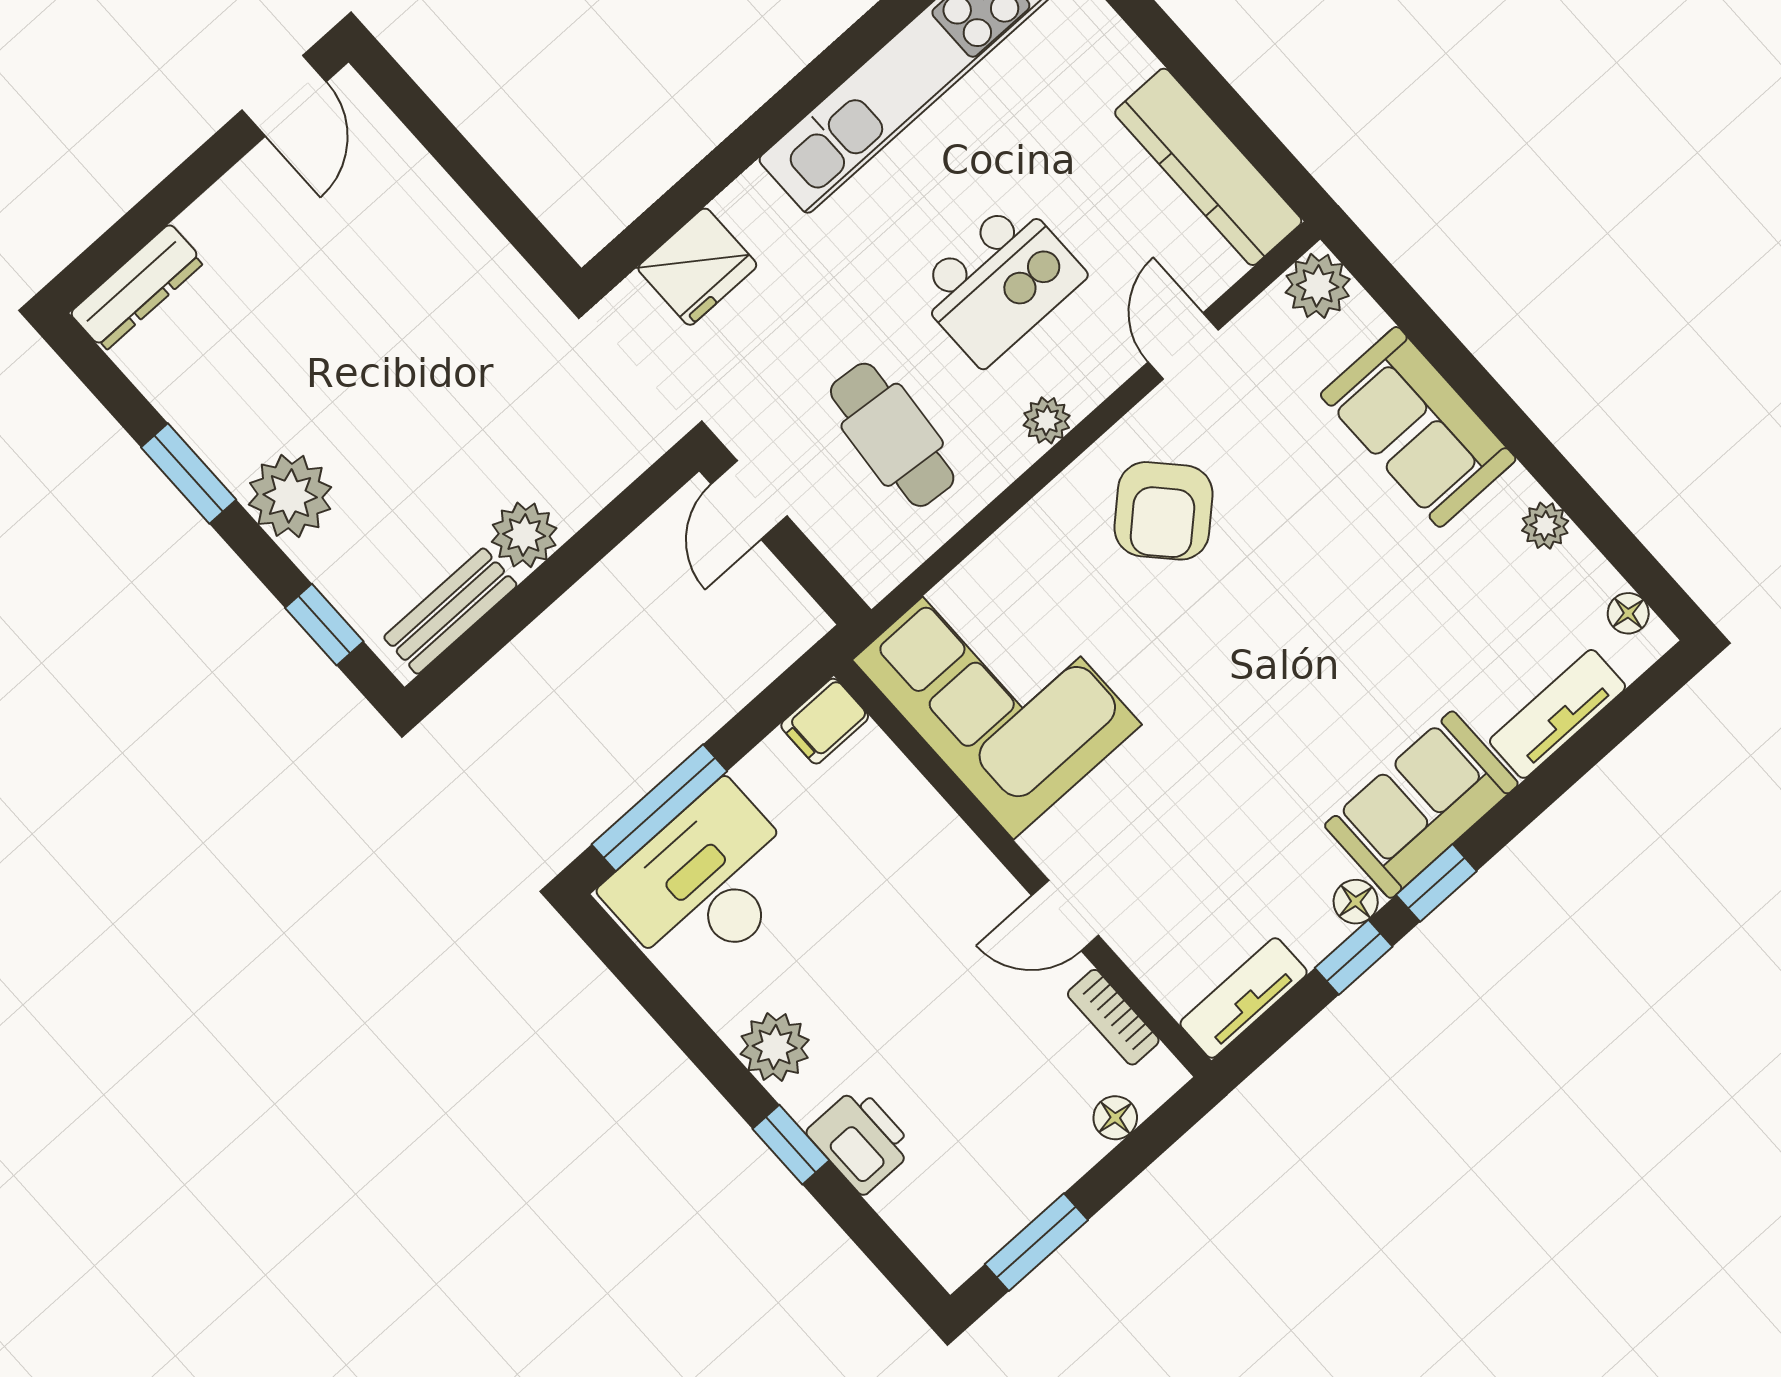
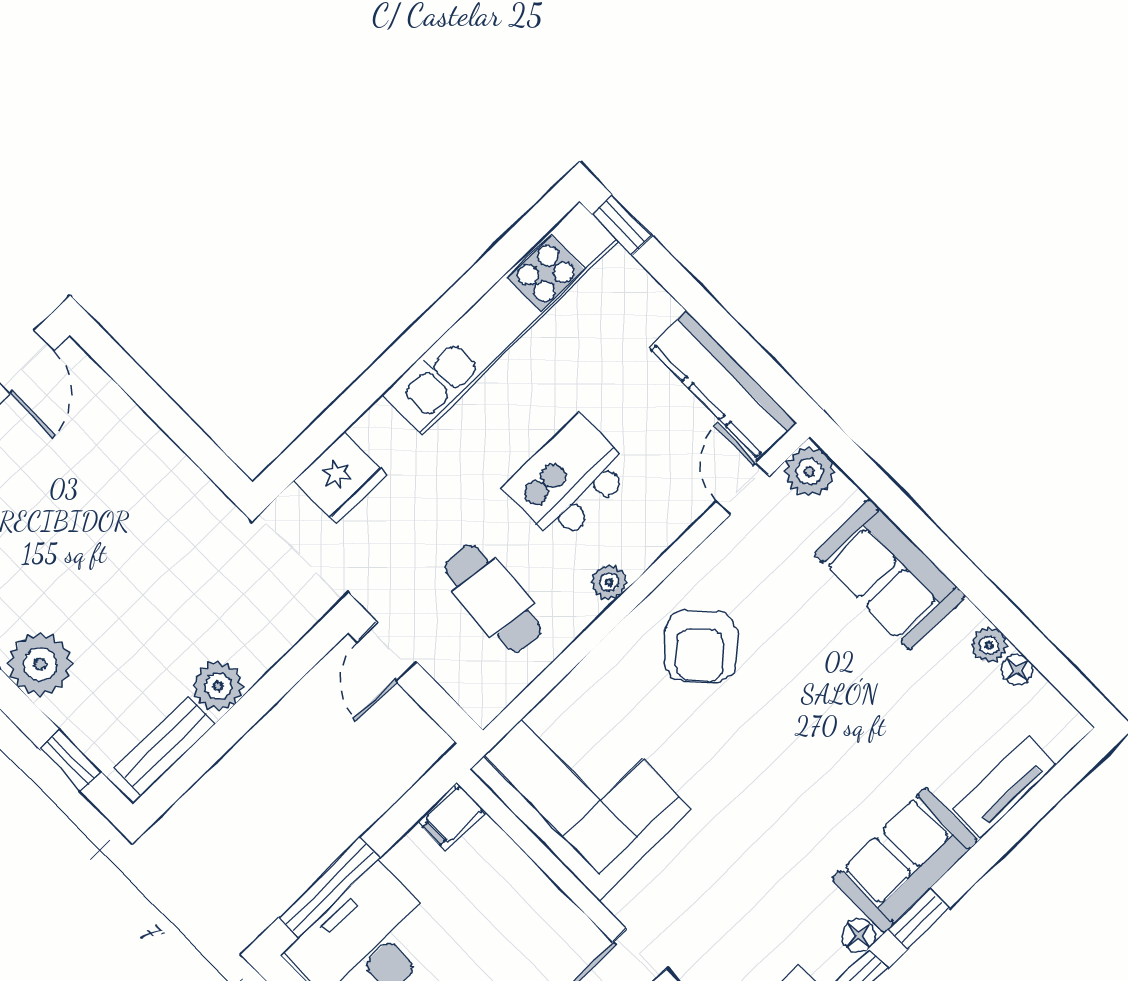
kitchen island: (999, 283) -> (569, 480), turned 180
door: (1183, 346) -> (743, 489), moved
floor lamp: (1628, 613) -> (1017, 670), moved

